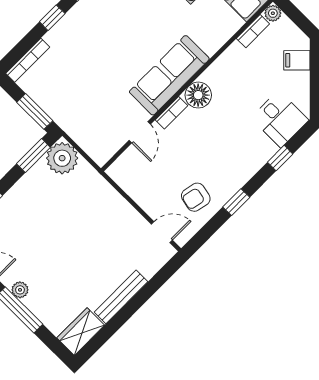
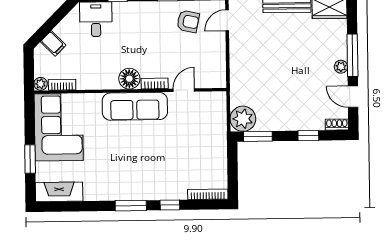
window: (35, 111) -> (232, 161), removed
door: (162, 232) -> (227, 20), hinge flipped

